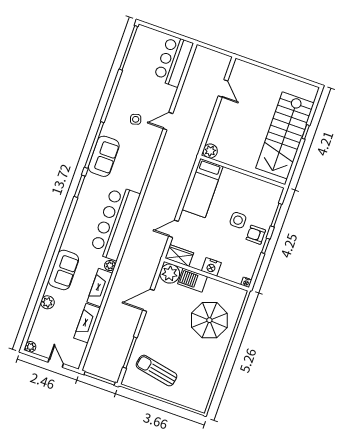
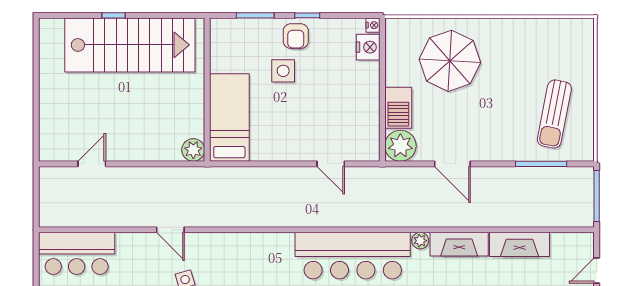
bed: (203, 188) -> (229, 118), moved, turned -90
wardrobe: (179, 256) -> (368, 141), removed
nightstand: (211, 267) -> (368, 47), moved

